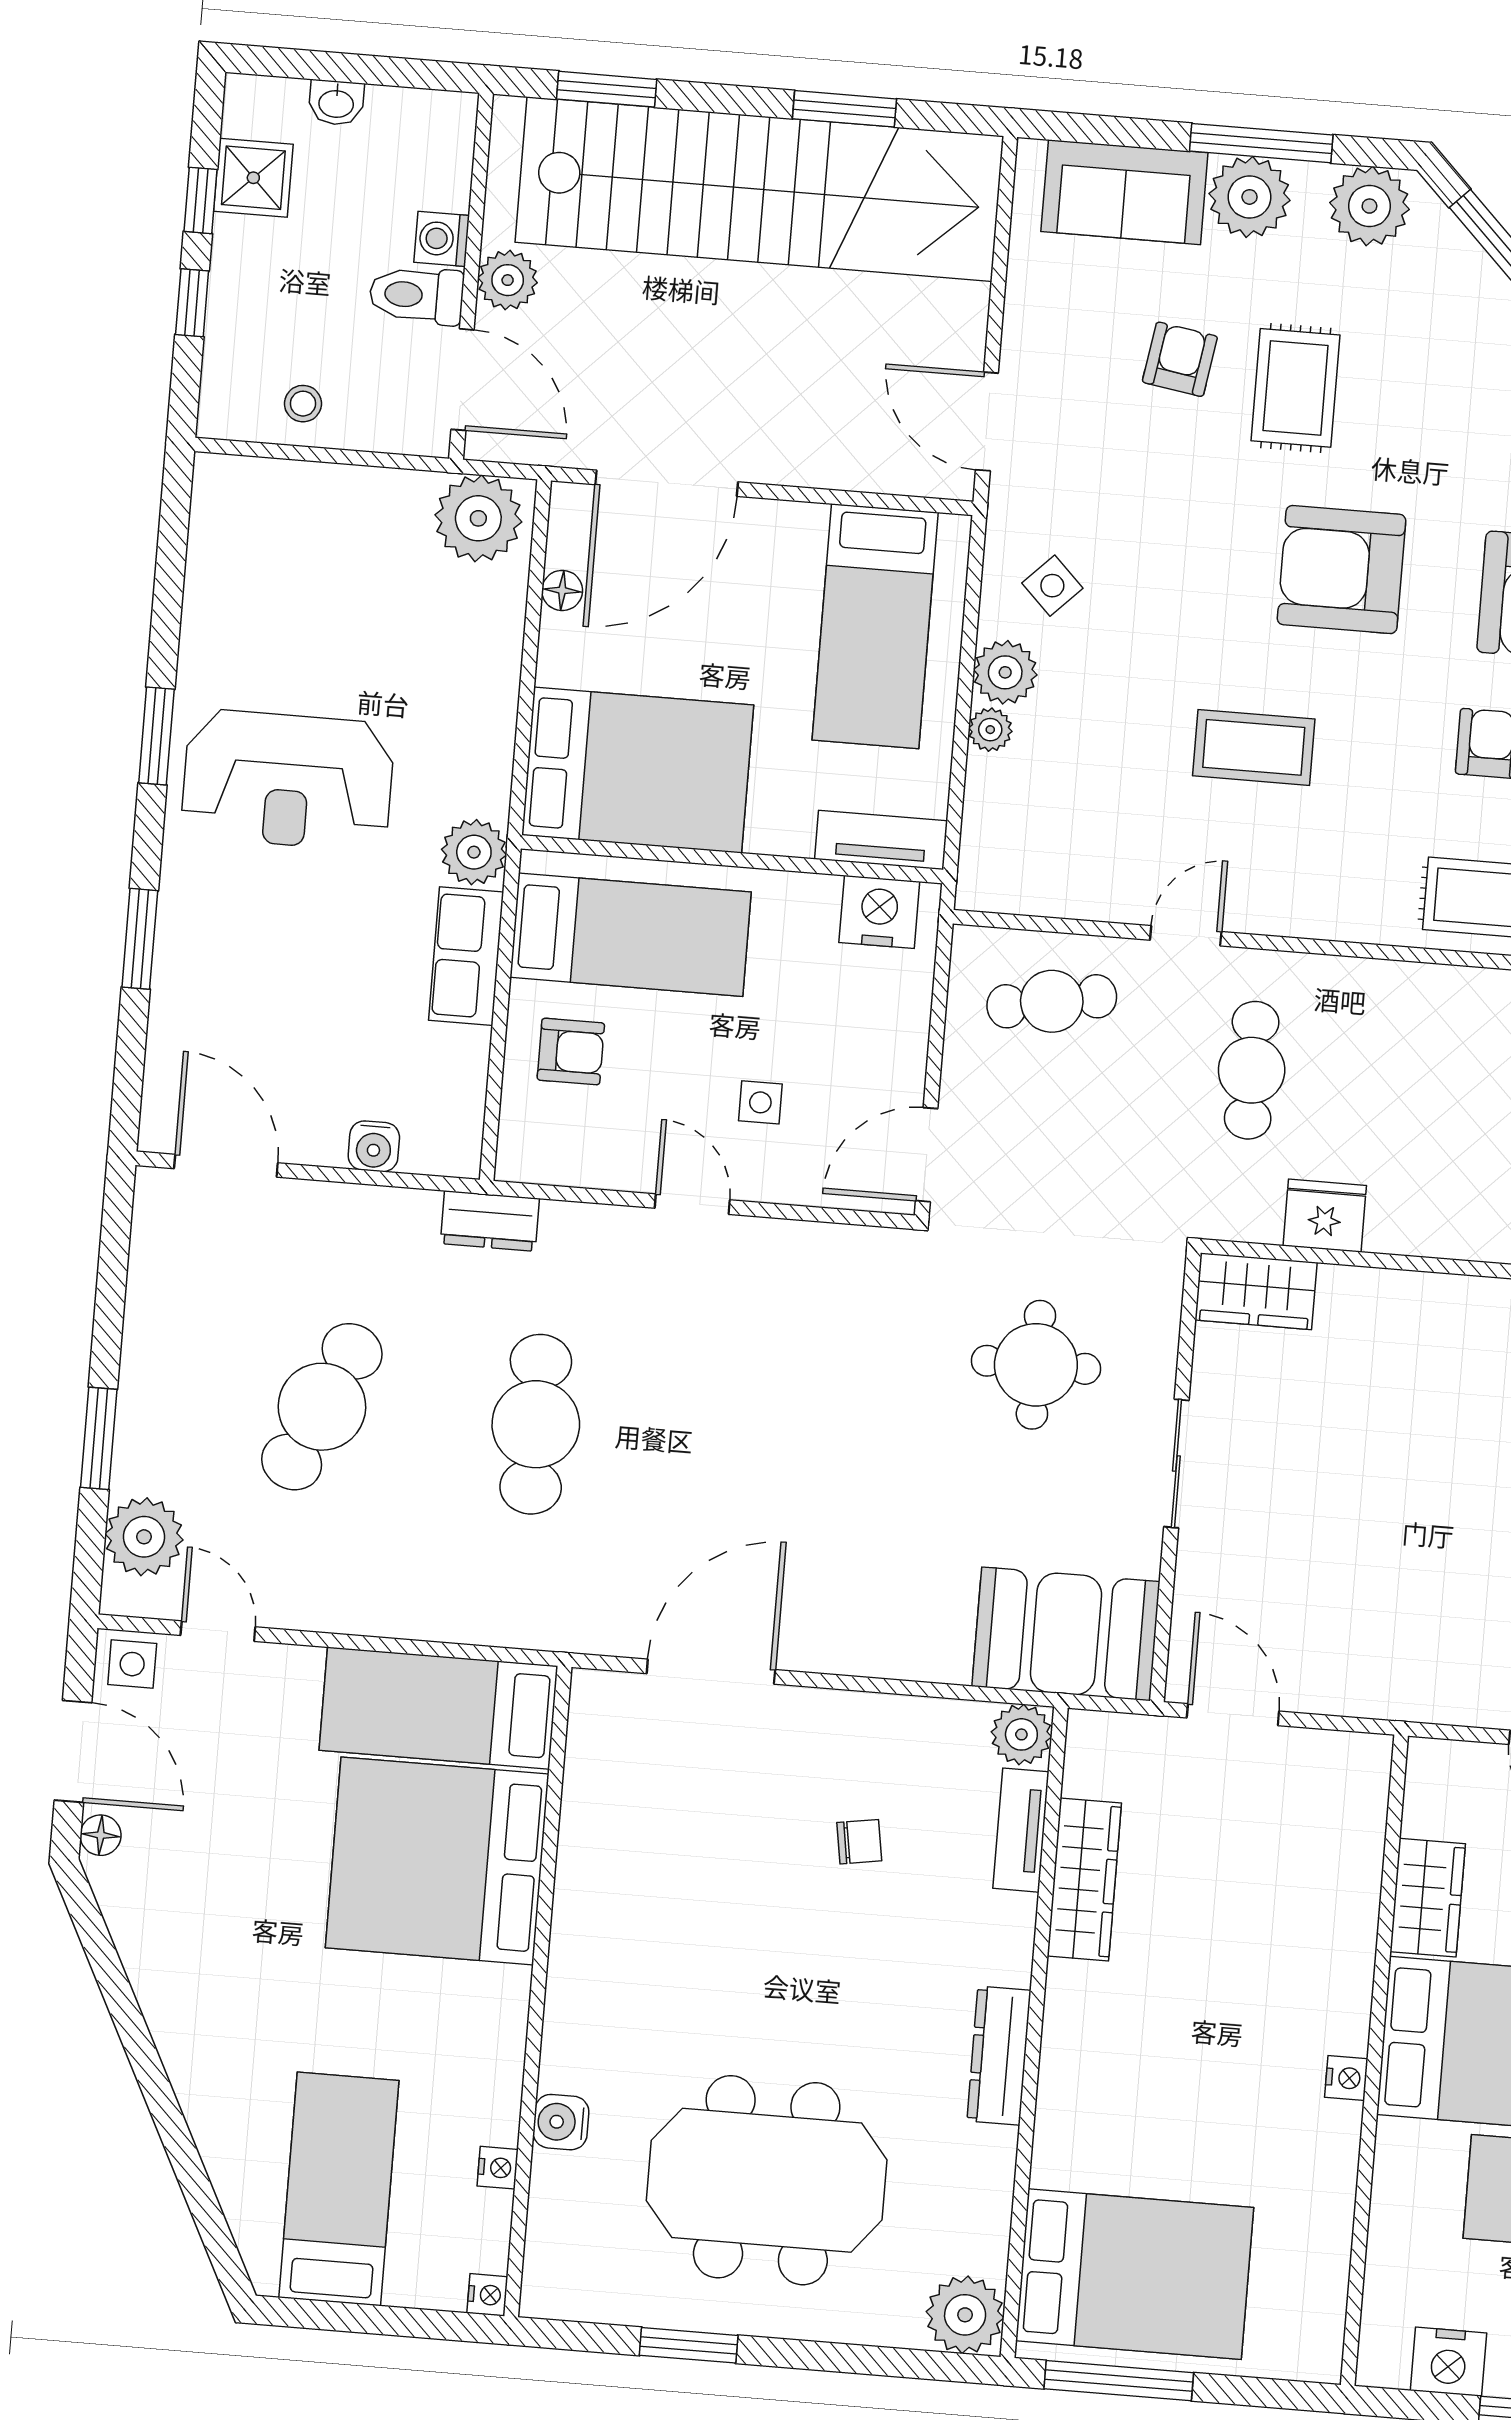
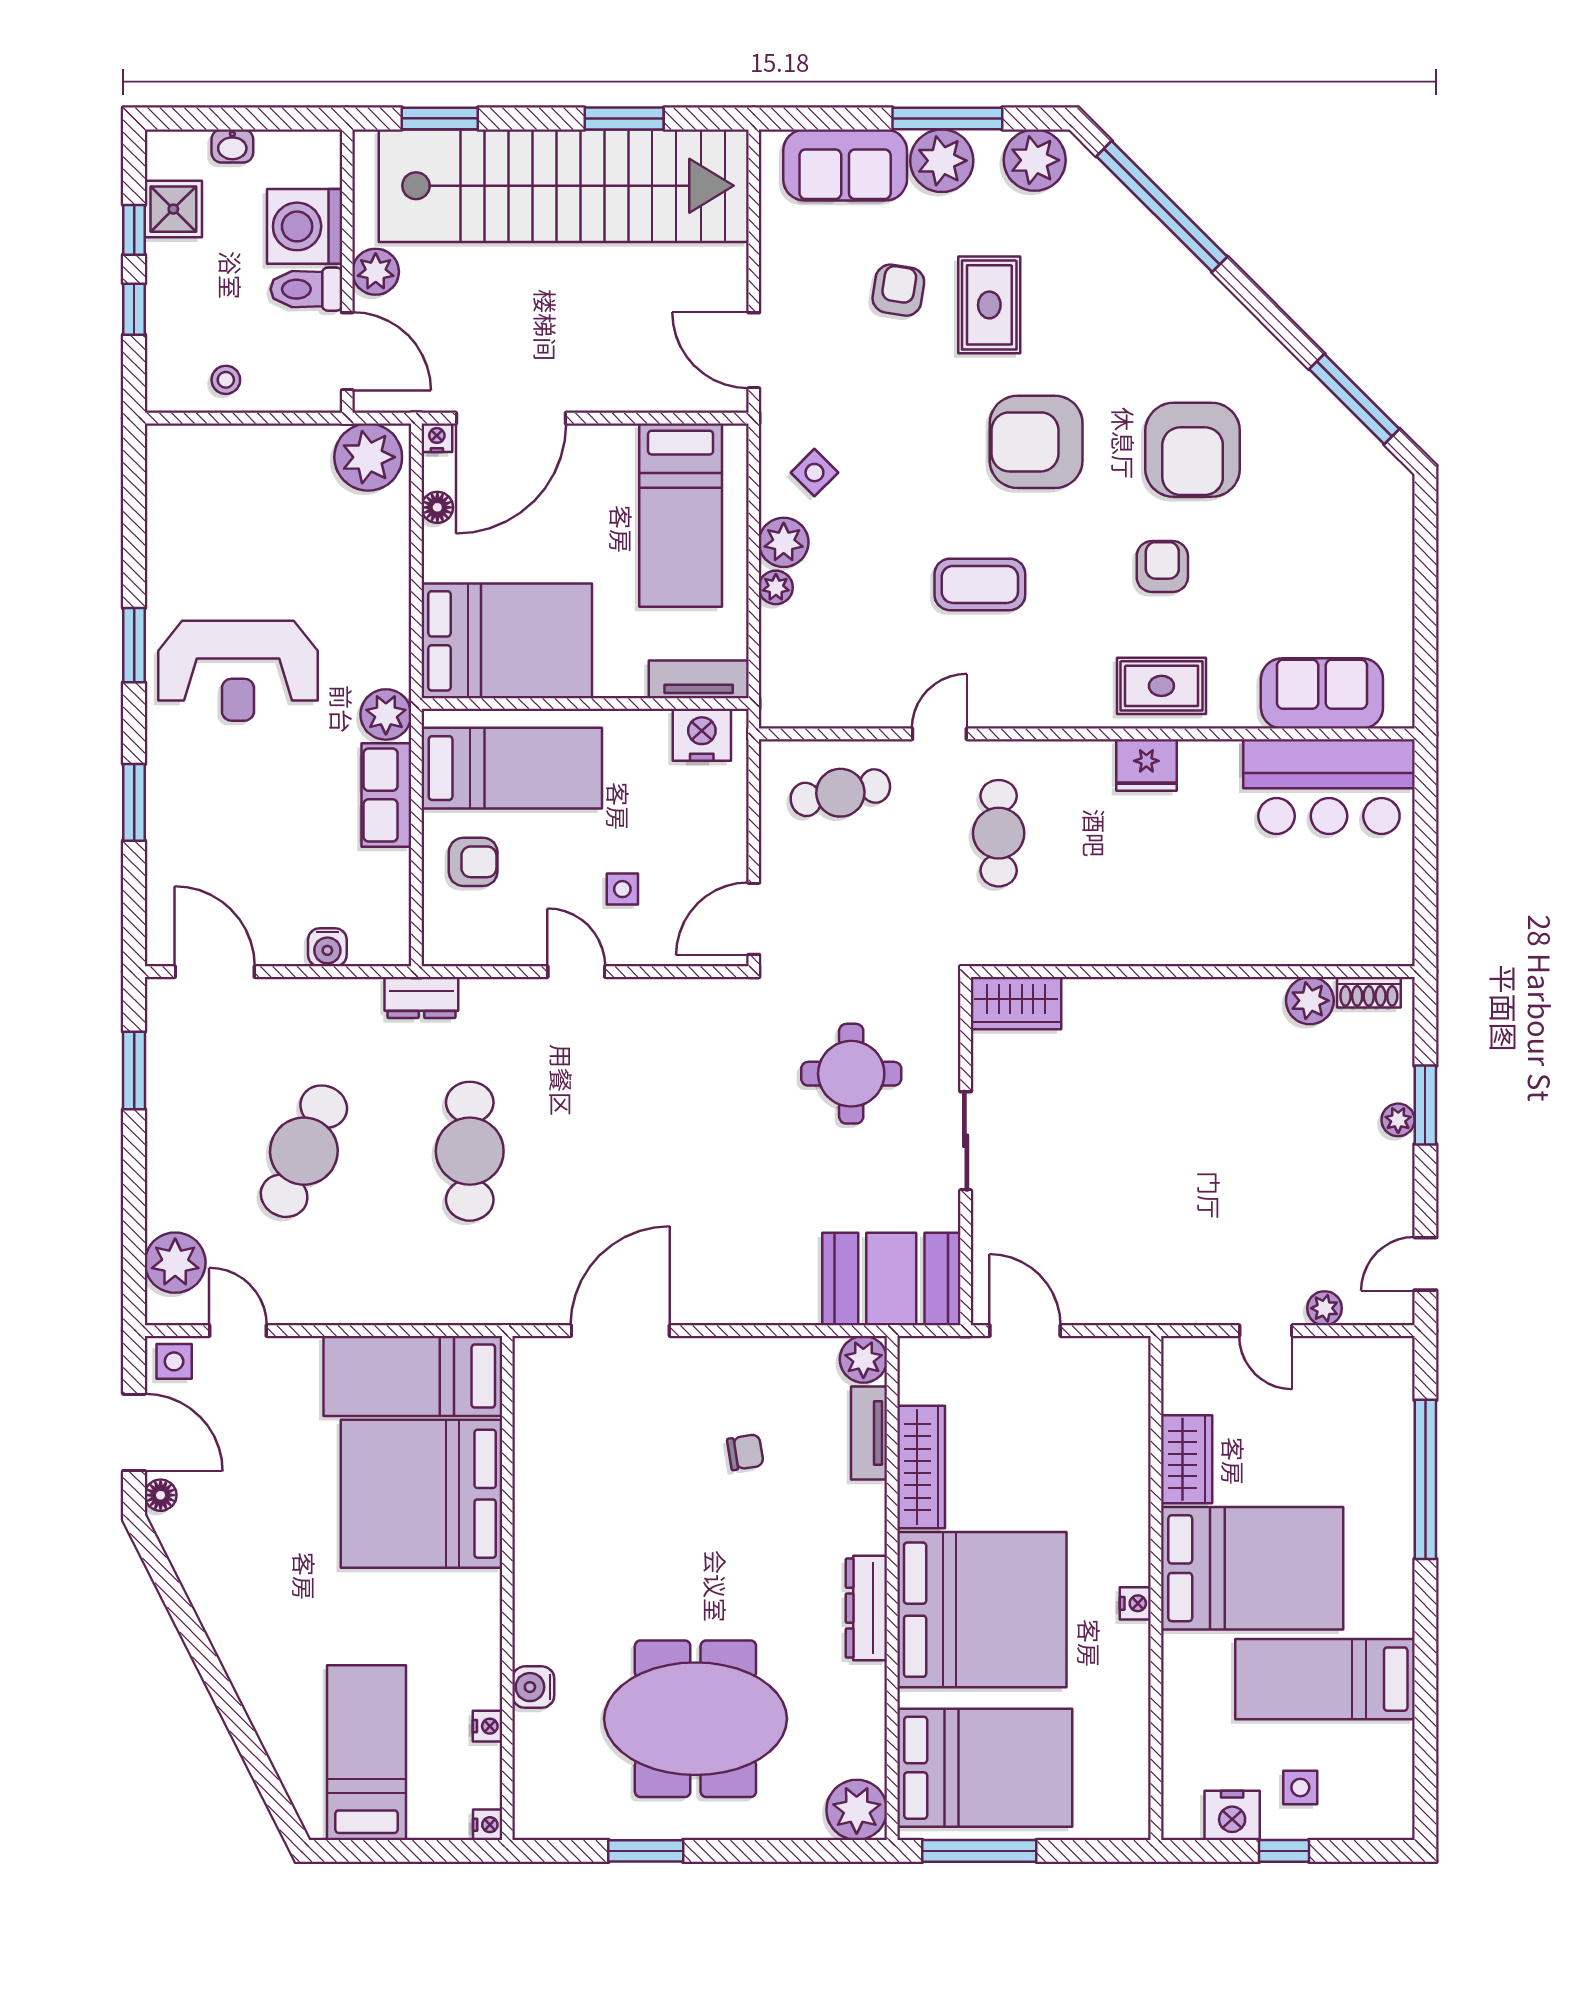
washing machine: (442, 239) -> (305, 226), width x1.89, depth x1.89
nightstand: (569, 501) -> (437, 438), added
fridge: (1325, 1216) -> (1146, 765), moved, turned 180
window: (99, 1438) -> (134, 1070), moved
bed: (1148, 2070) -> (982, 1610), added

